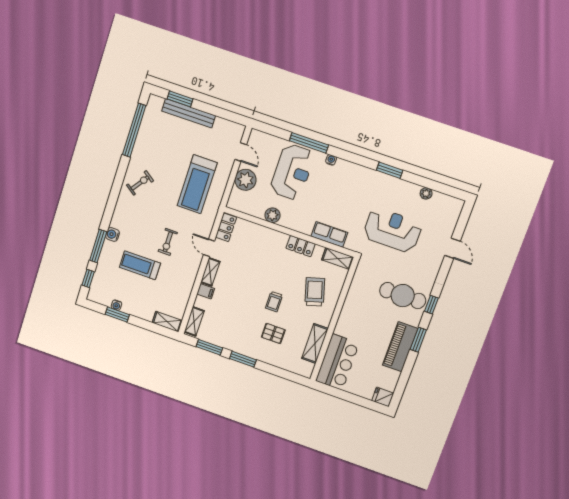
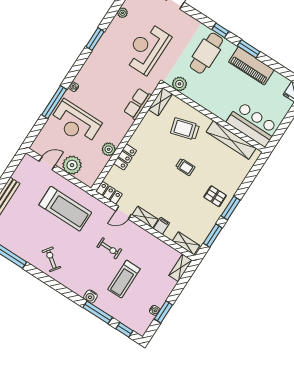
reception desk: (292, 172) -> (75, 123), turned 180
locker: (301, 246) -> (125, 157), moved
plant: (362, 274) -> (179, 84), added
pallet: (273, 333) -> (215, 196), moved, turned 90
shelving: (315, 343) -> (231, 140), width x1.47

